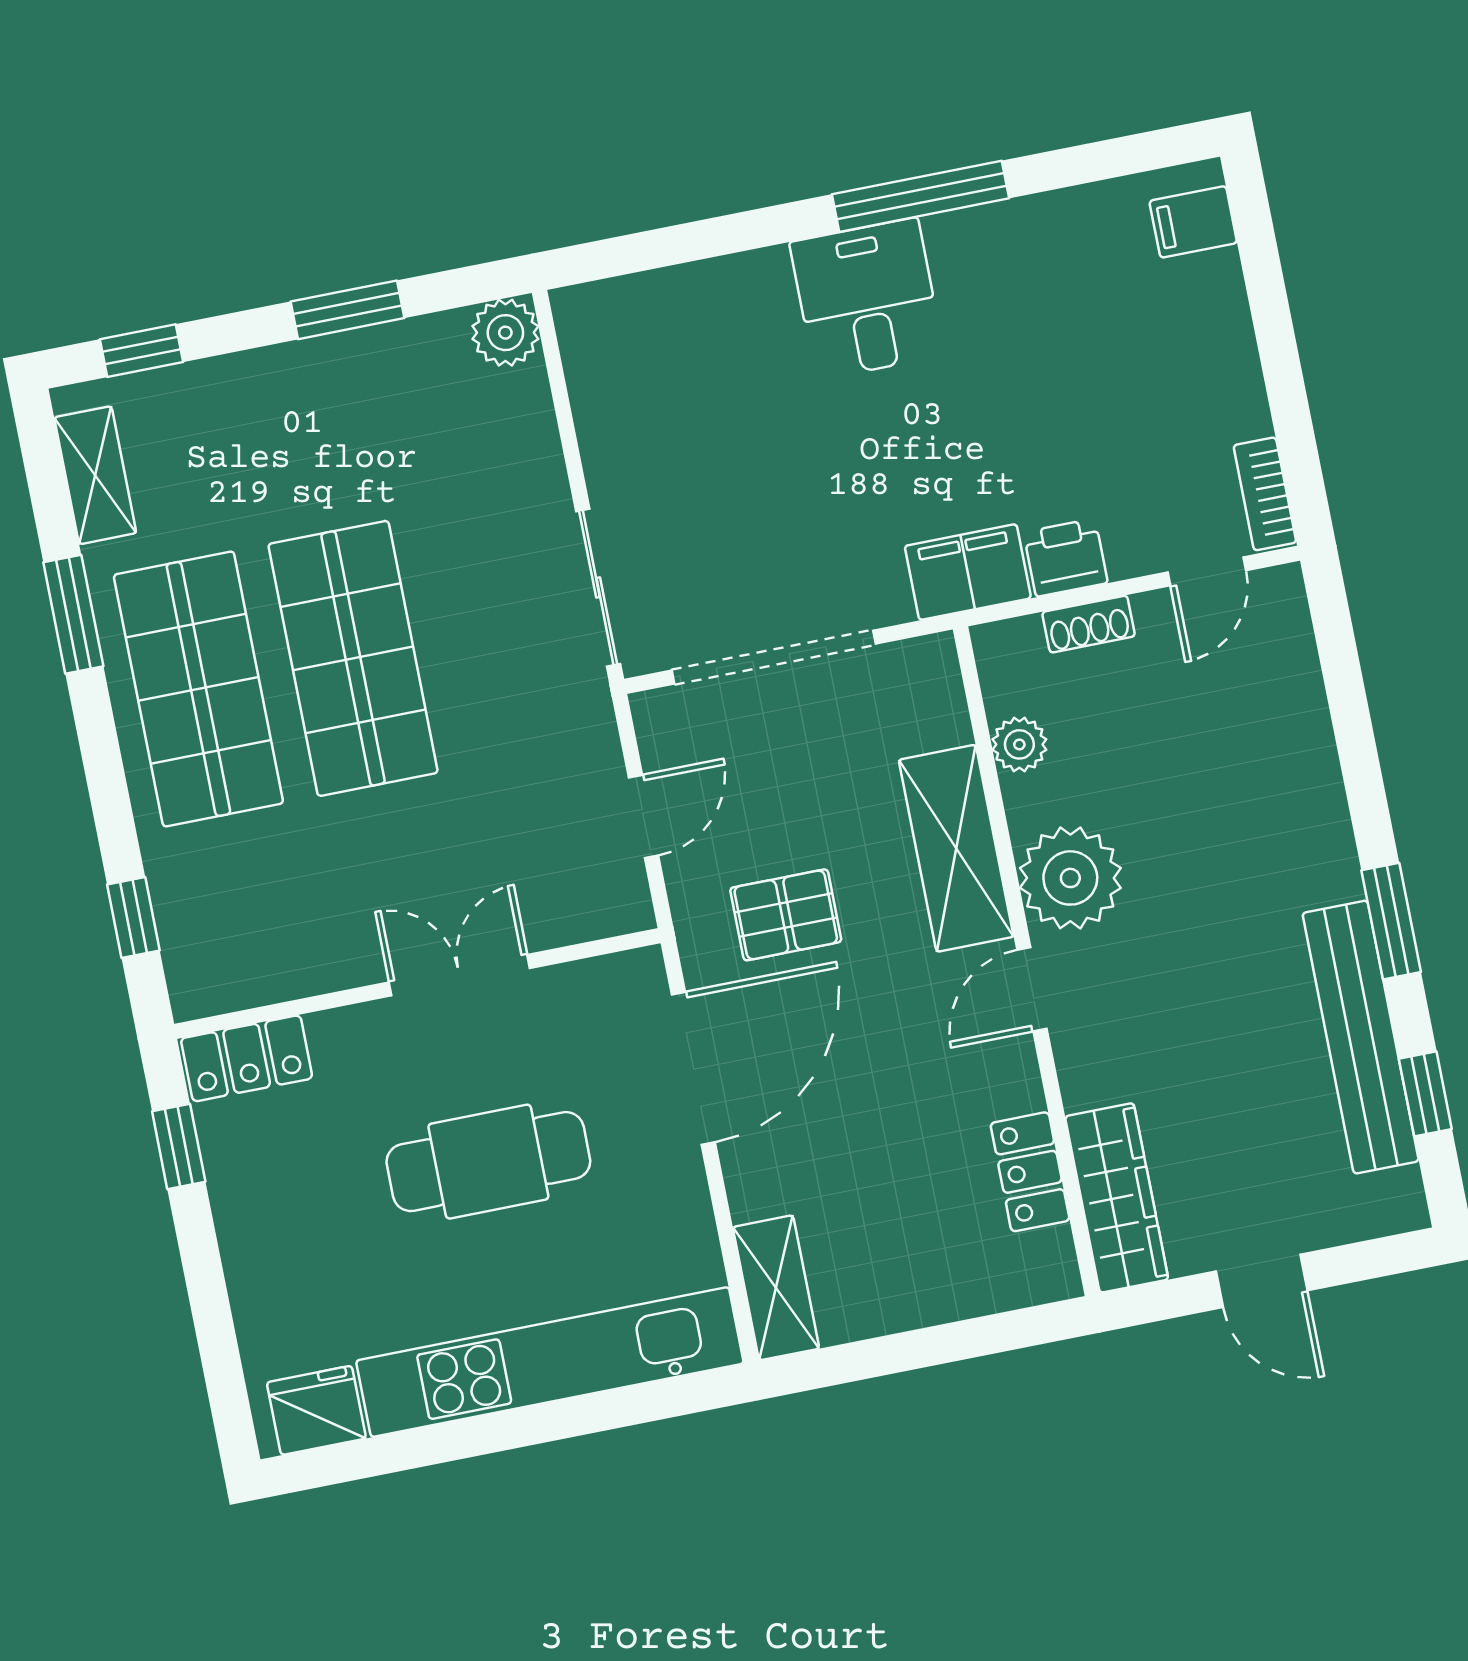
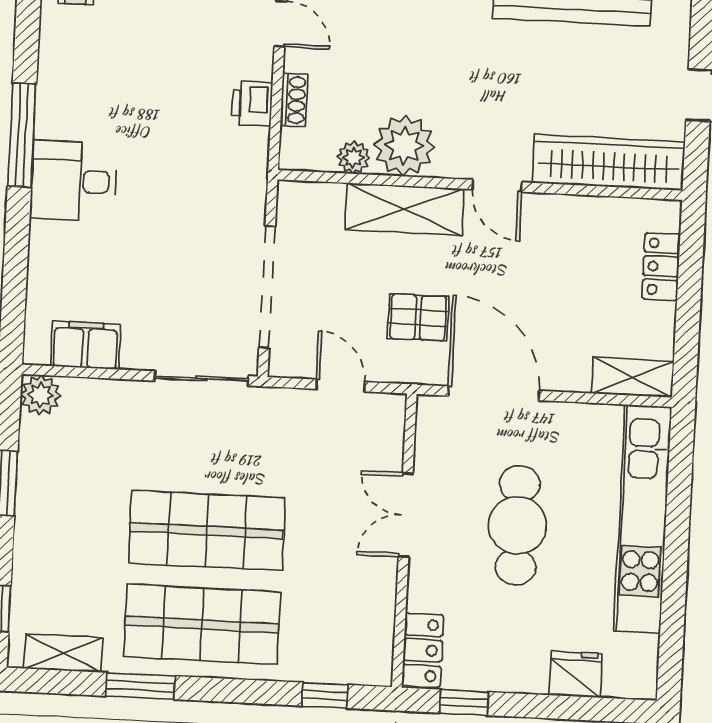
filing cabinet: (968, 572) -> (85, 345), moved, turned 90
plant: (1070, 878) -> (404, 146), moved
pallet: (786, 915) -> (418, 317), turned 90
locker: (1030, 1172) -> (661, 266), moved, turned 90
wardrobe: (1117, 1198) -> (609, 162), width x1.40, depth x1.17
fridge: (316, 1410) -> (576, 674), moved, turned 90

